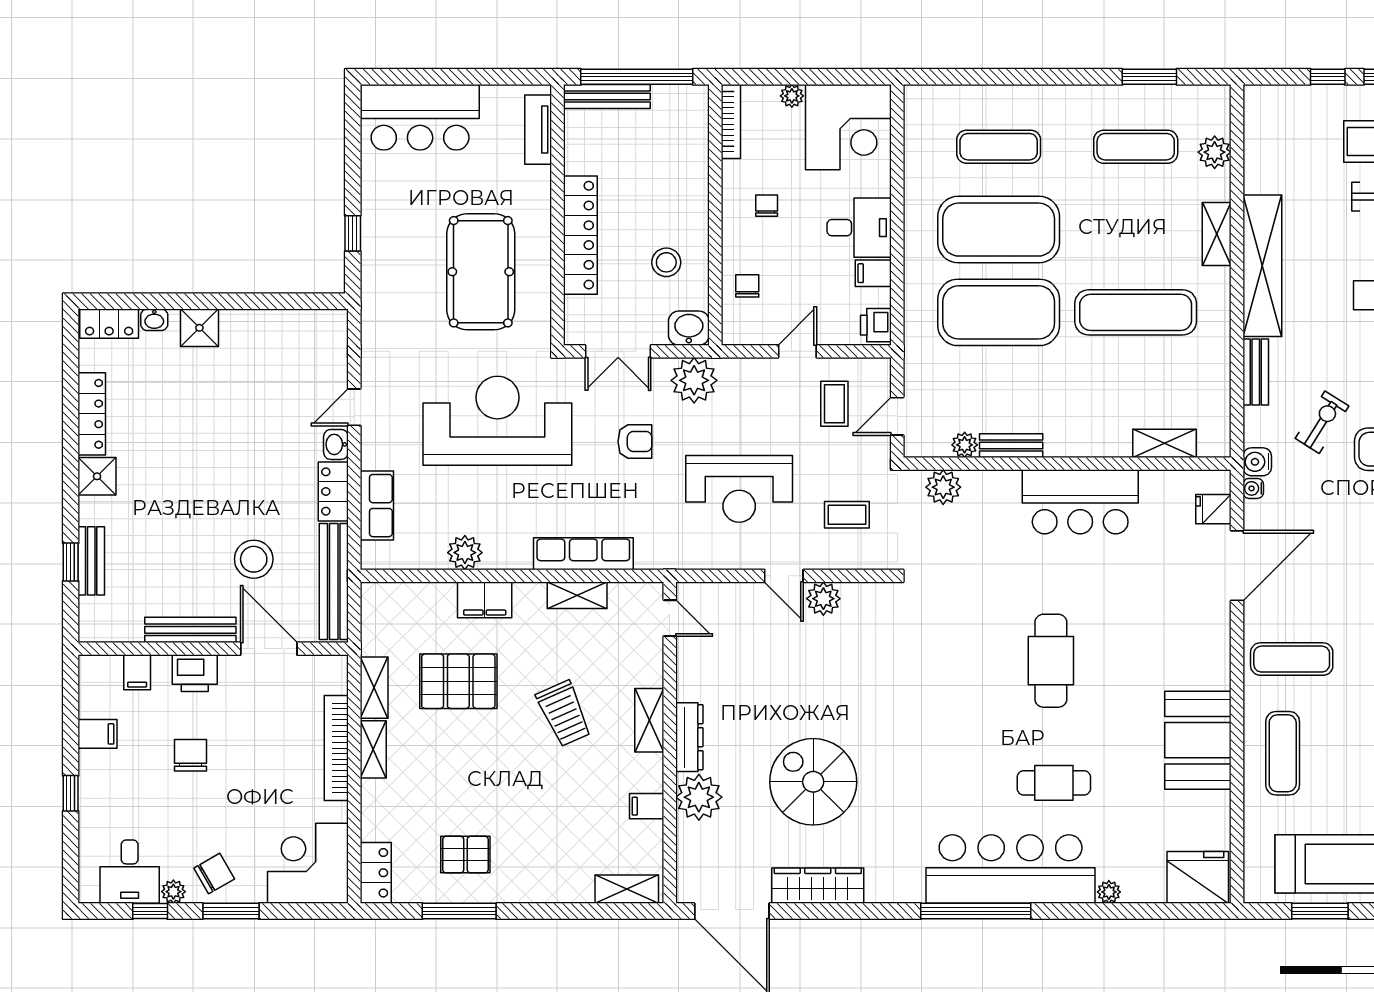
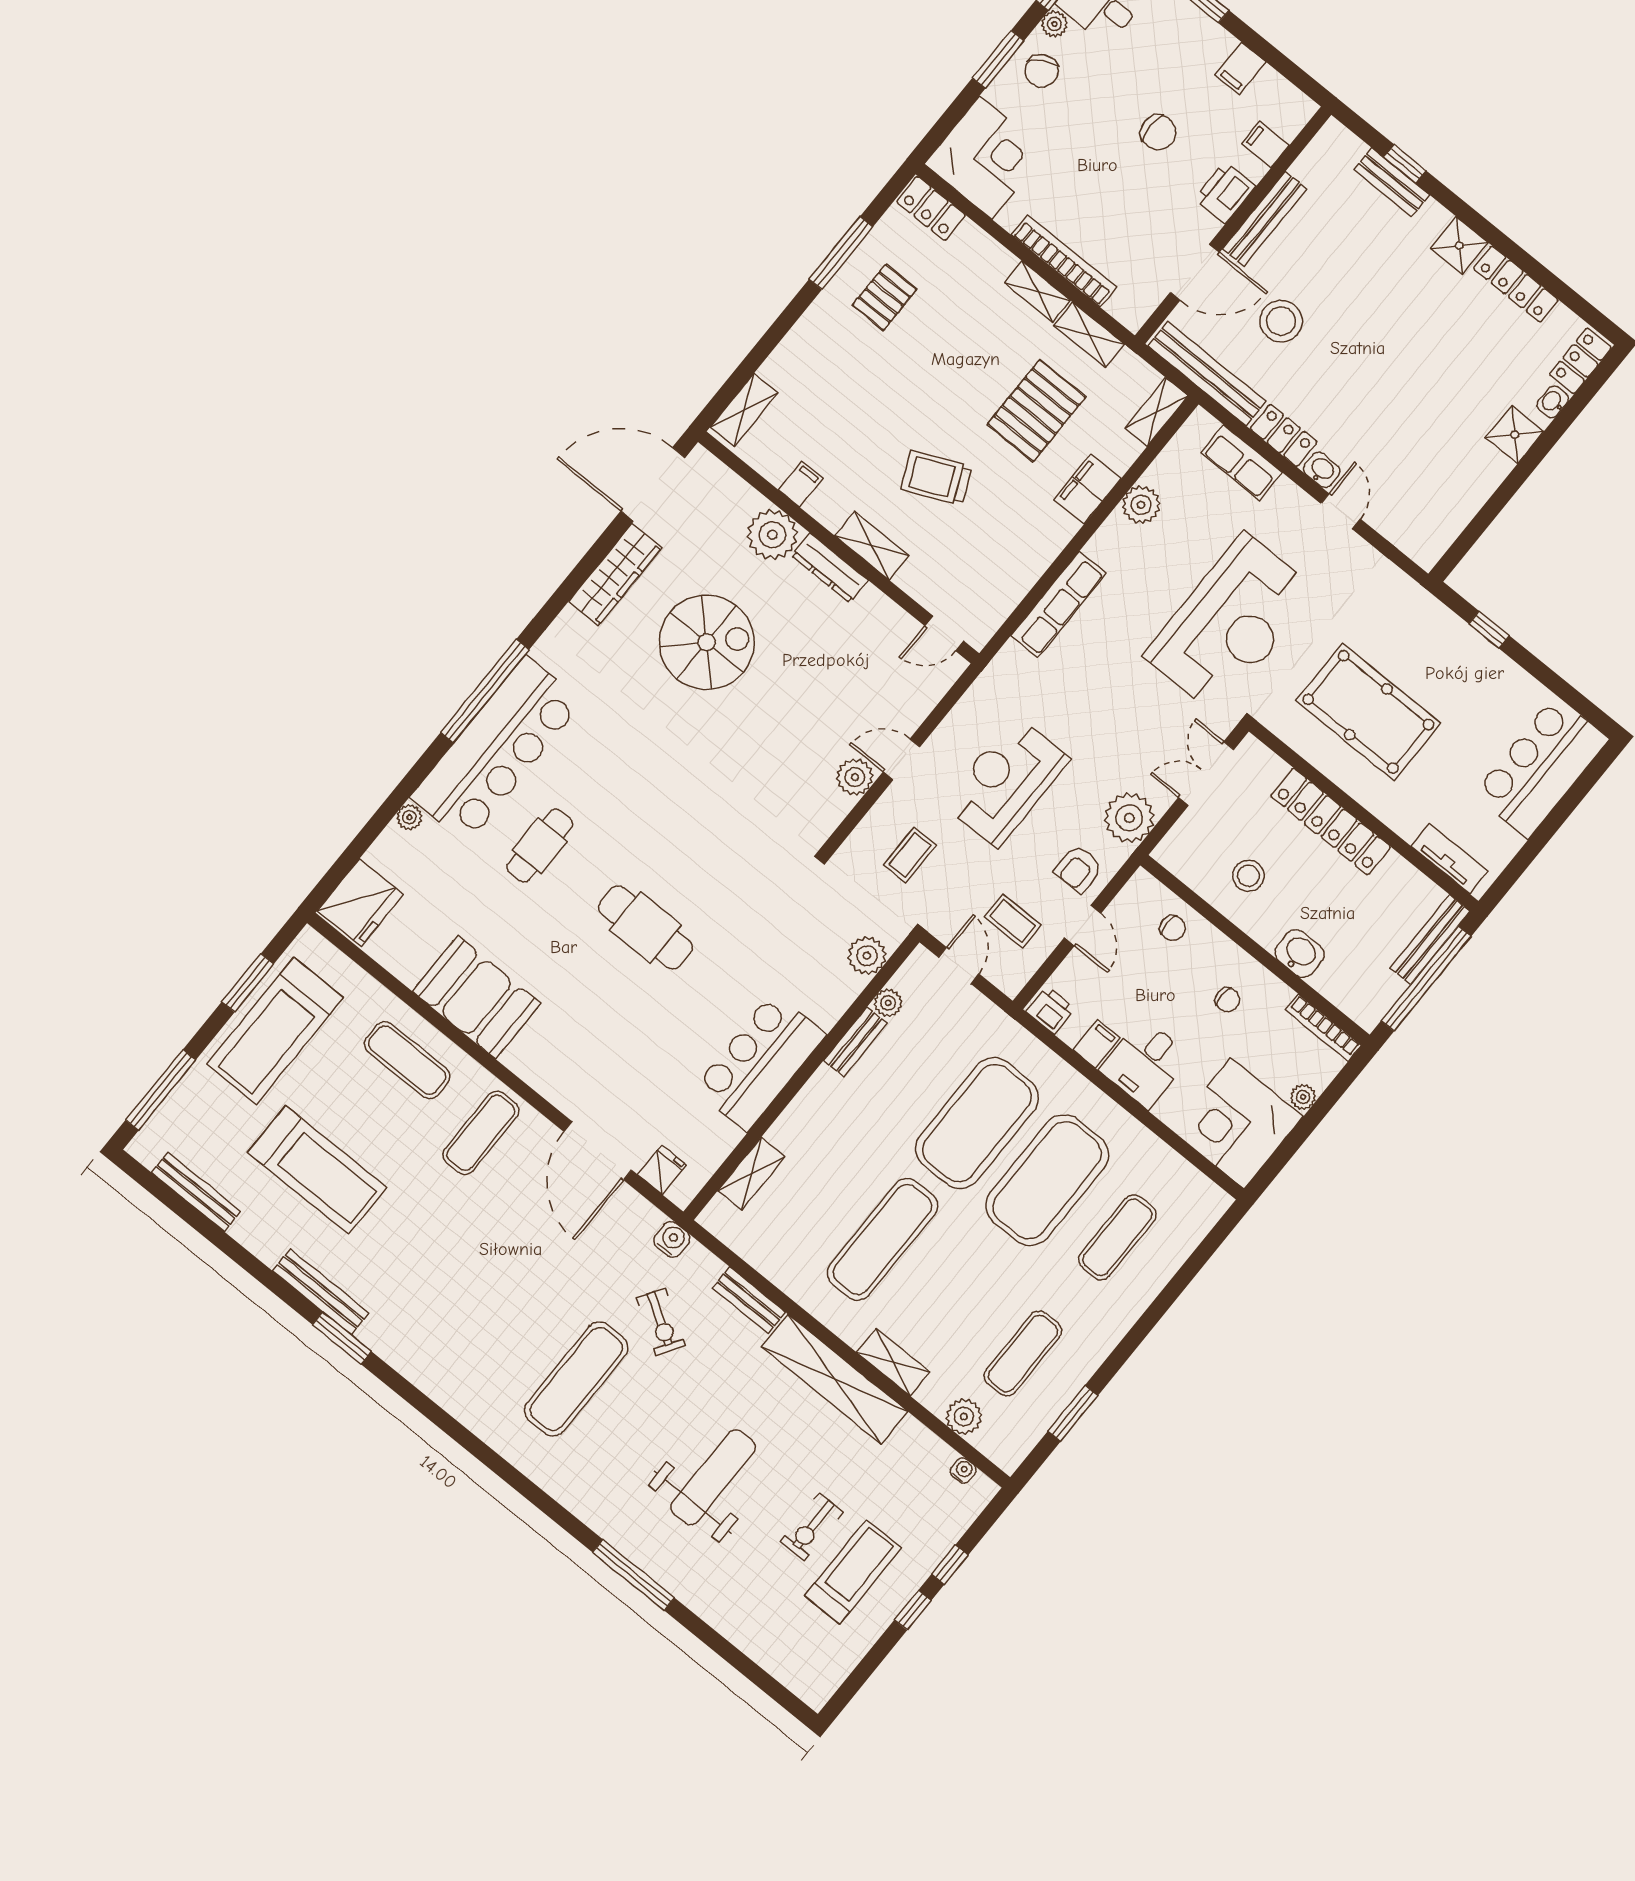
washbasin: (689, 328) -> (1299, 953), moved, turned -90
armchair: (635, 441) -> (1079, 869), moved
water cooler: (1253, 488) -> (963, 1470), moved
shelving: (577, 595) -> (1156, 412), moved

